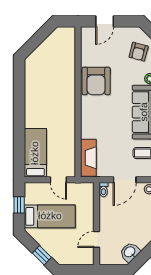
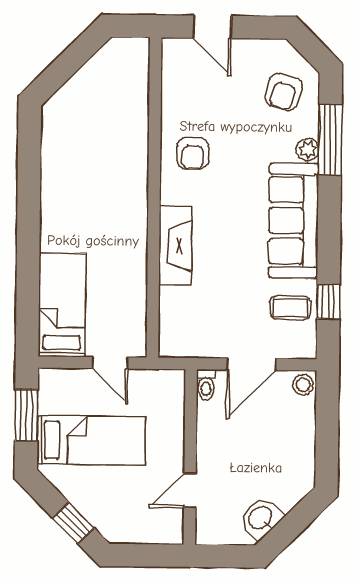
door: (105, 21) -> (212, 27), hinge flipped
armchair: (96, 81) -> (193, 153), width x0.53, depth x0.53
fireplace: (88, 158) -> (175, 246), moved
window: (19, 205) -> (26, 415), width x1.50

